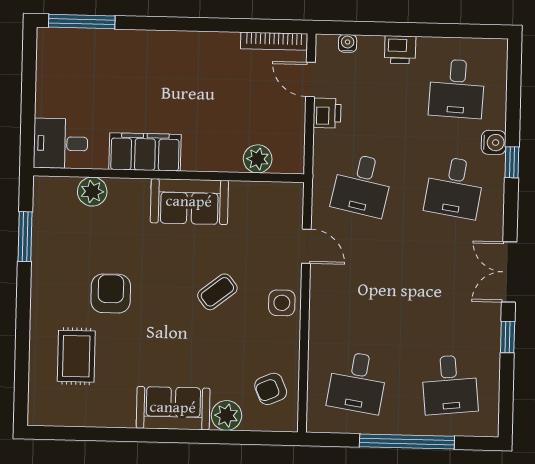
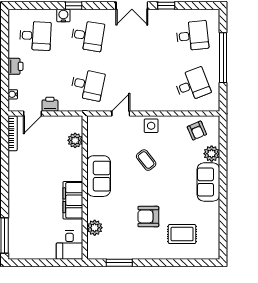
desk: (357, 382) -> (192, 85), turned -30

